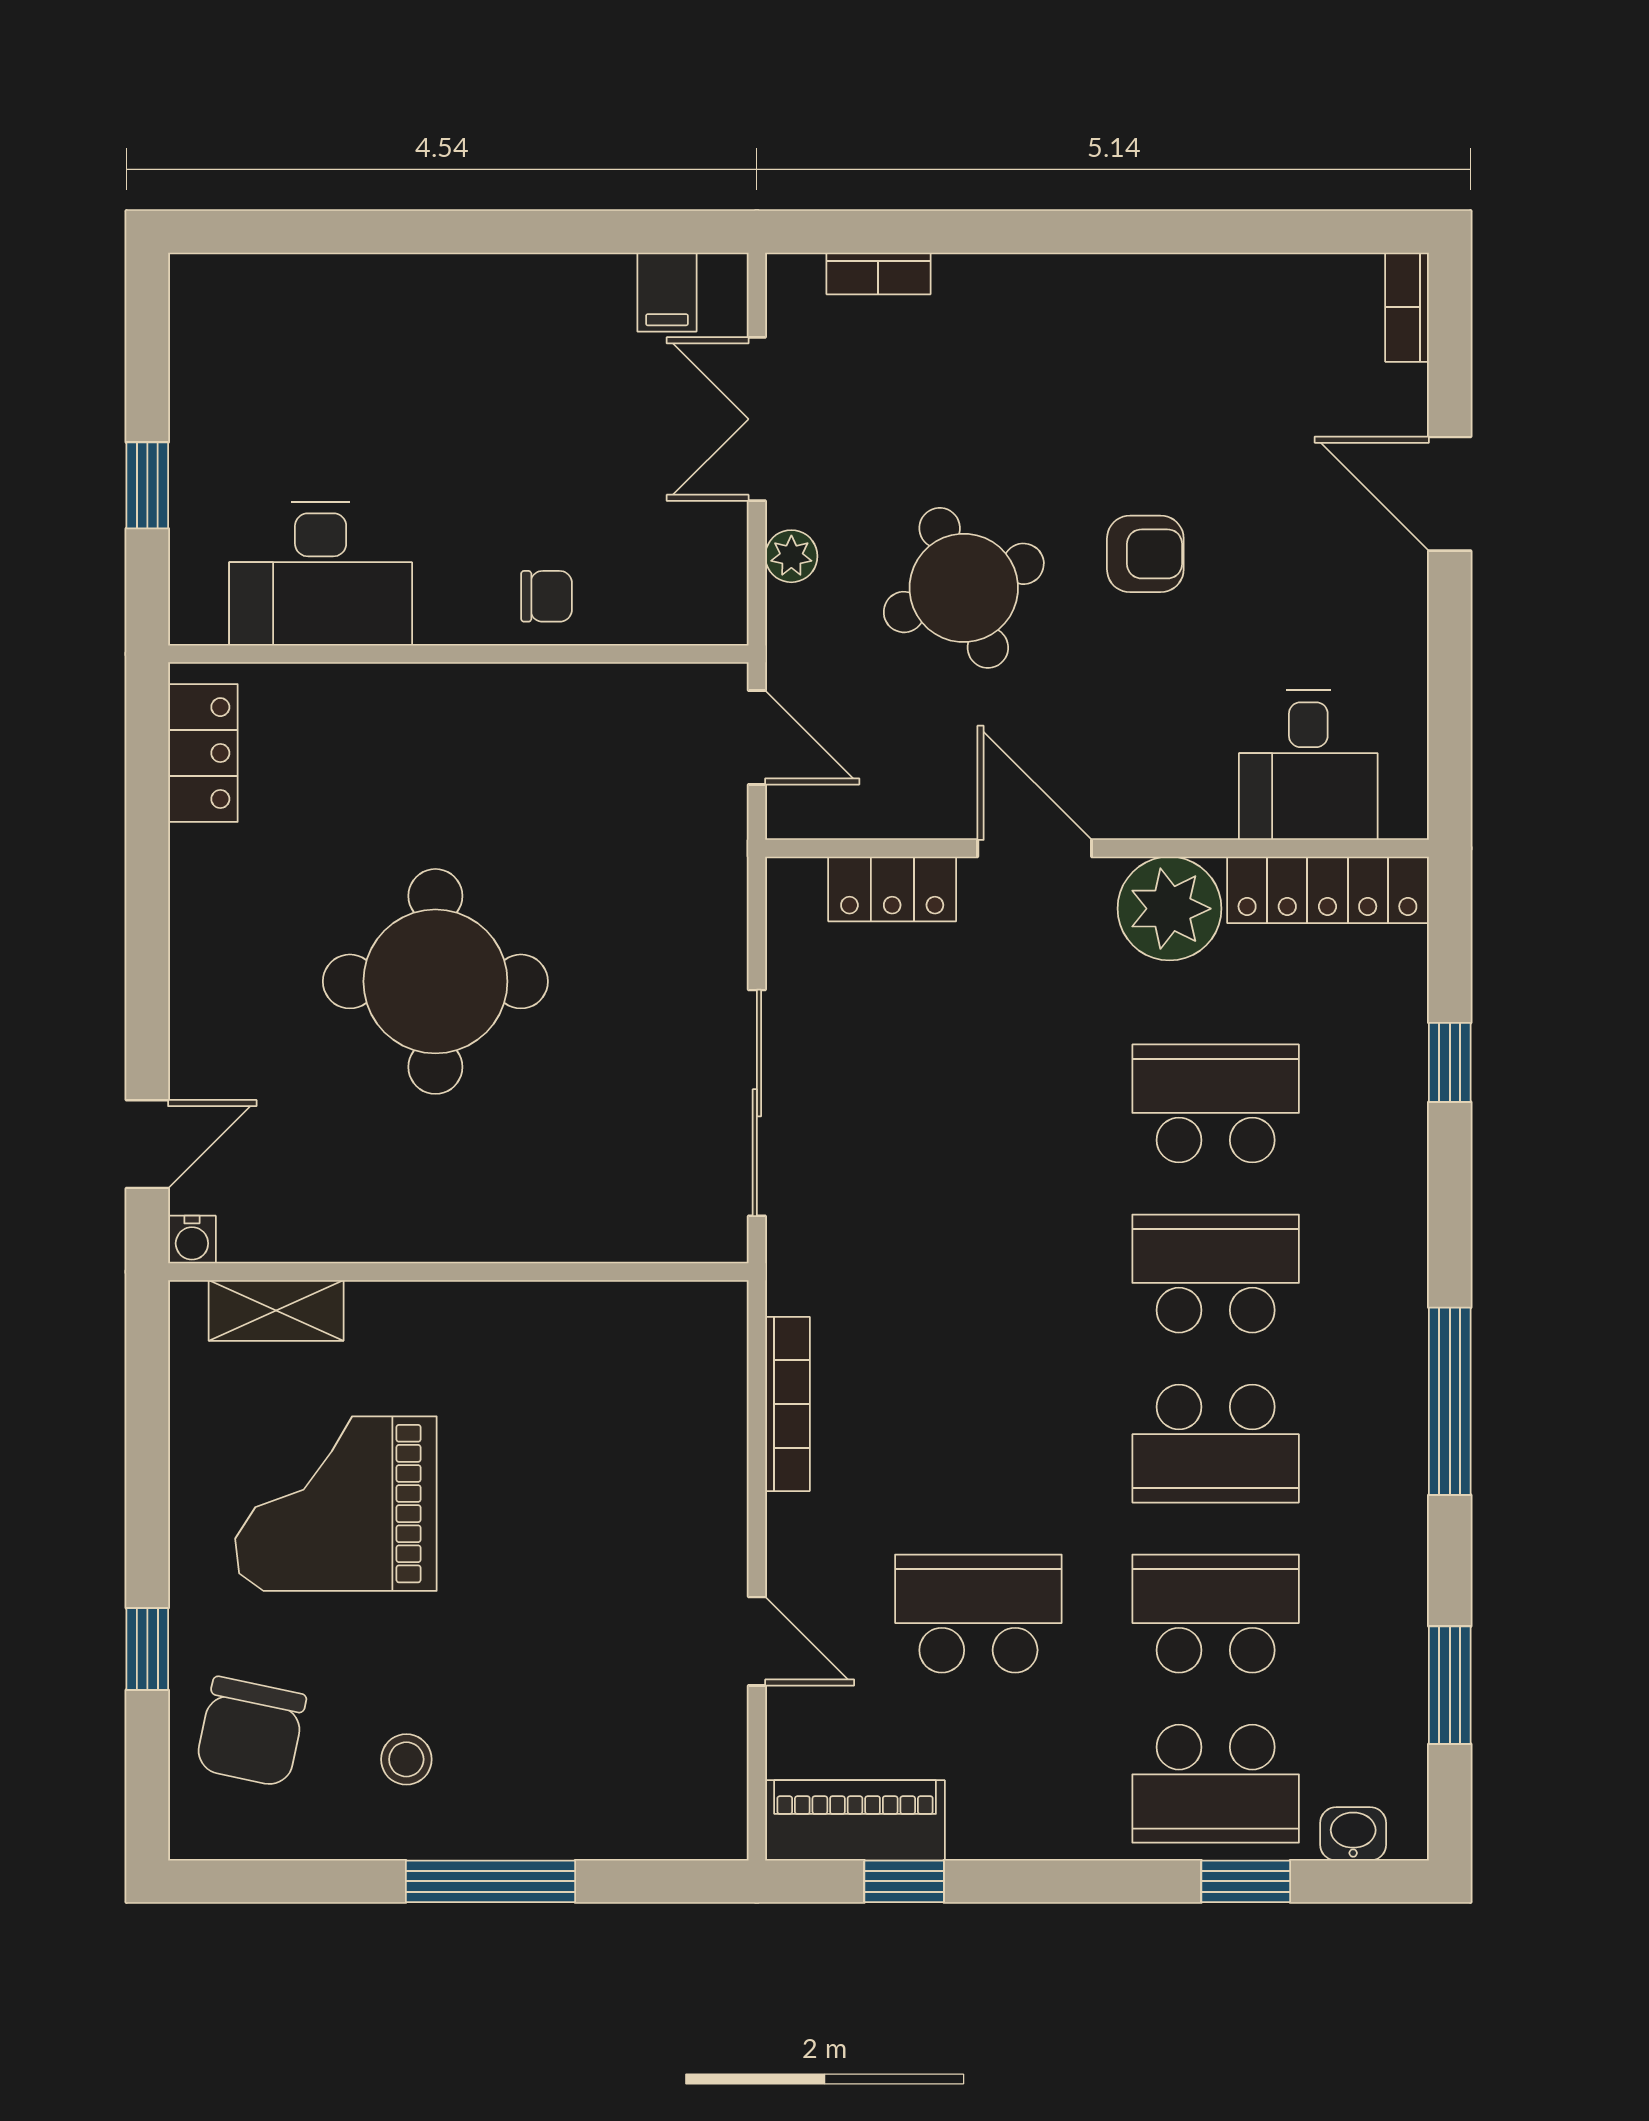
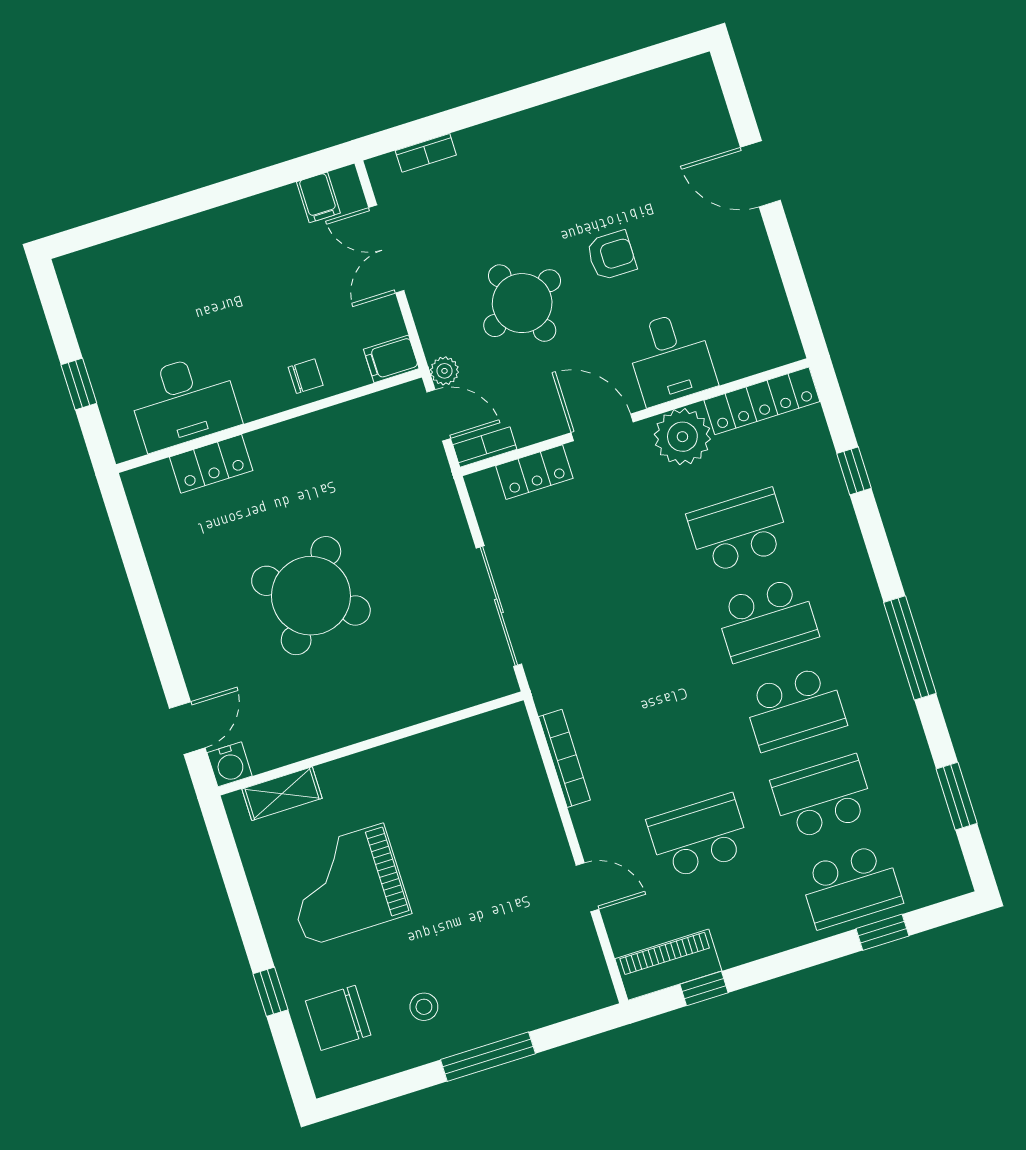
bookcase: (1407, 307) -> (485, 447), moved, turned 90
plant: (791, 556) -> (444, 371), moved
filing cabinet: (705, 613) -> (391, 359), added
locker: (203, 753) -> (211, 464), moved, turned 90
desk: (1308, 765) -> (671, 358), moved
round table: (435, 981) -> (311, 596), turned 36
water cooler: (192, 1240) -> (230, 764), width x1.38, depth x1.38
school desk: (1216, 1274) -> (767, 620), turned 180
chair: (251, 1732) -> (338, 1018), turned 78
washbasin: (1353, 1834) -> (931, 890), removed

